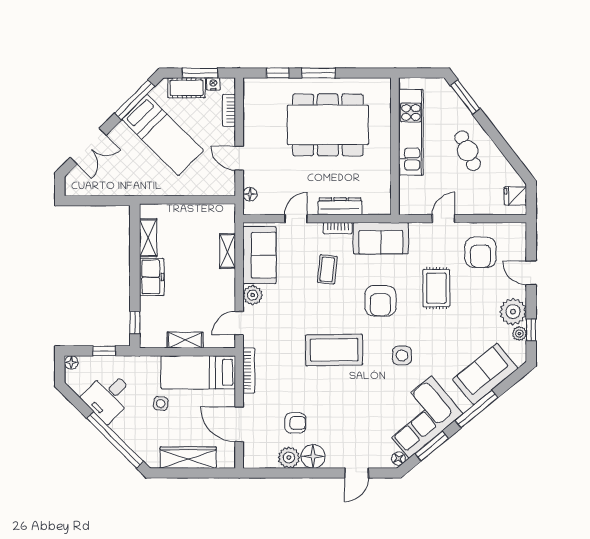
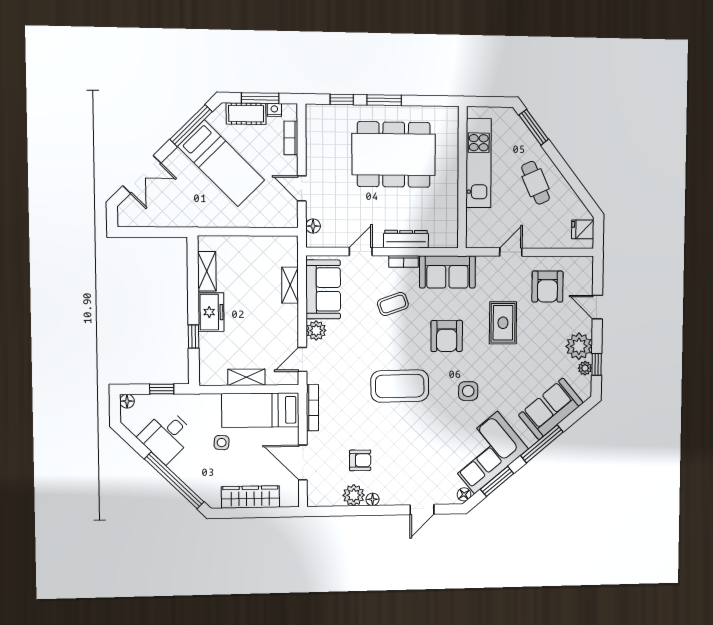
coffee table: (327, 269) -> (393, 304), turned 65
window: (135, 323) -> (193, 337), moved
floor lamp: (313, 456) -> (373, 499), width x0.53, depth x0.53

